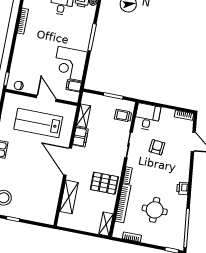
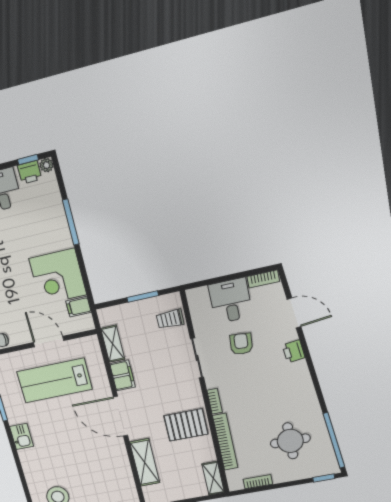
desk: (147, 117) -> (231, 301), moved
printer: (183, 188) -> (294, 351), moved
round table: (155, 210) -> (290, 441), moved

